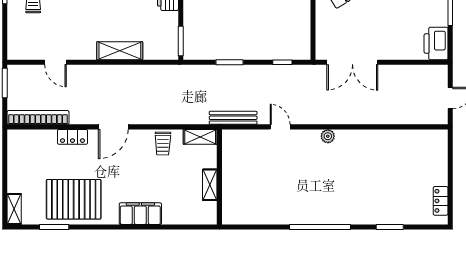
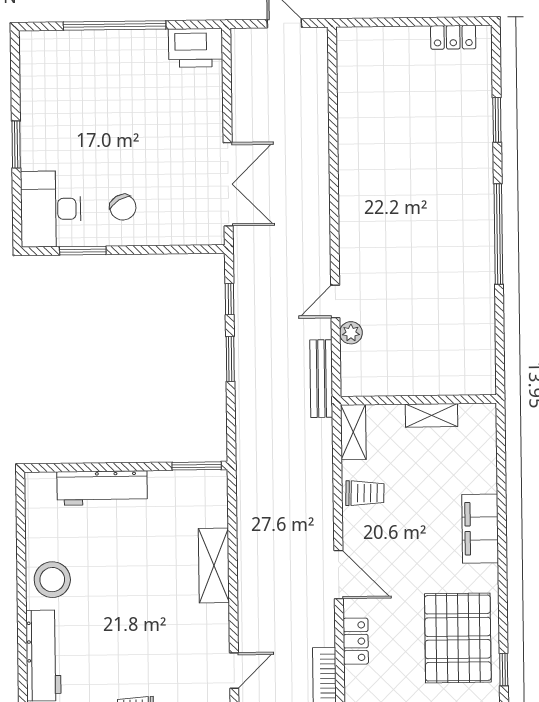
window: (230, 62) -> (230, 359), moved
plant: (328, 136) -> (351, 333), moved
window: (54, 227) -> (504, 670), width x0.67

